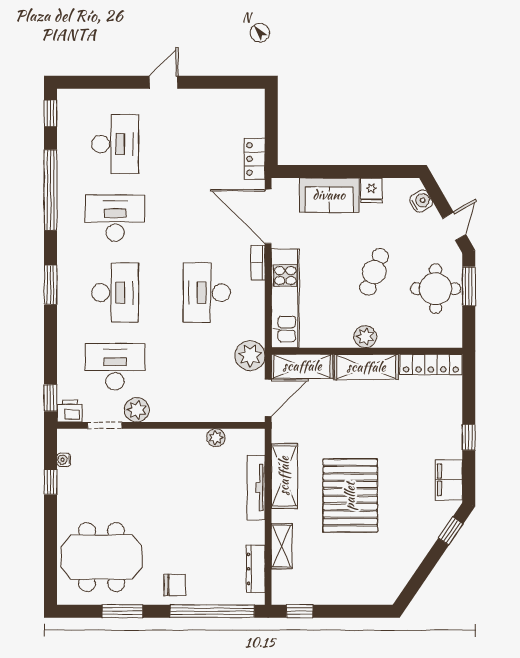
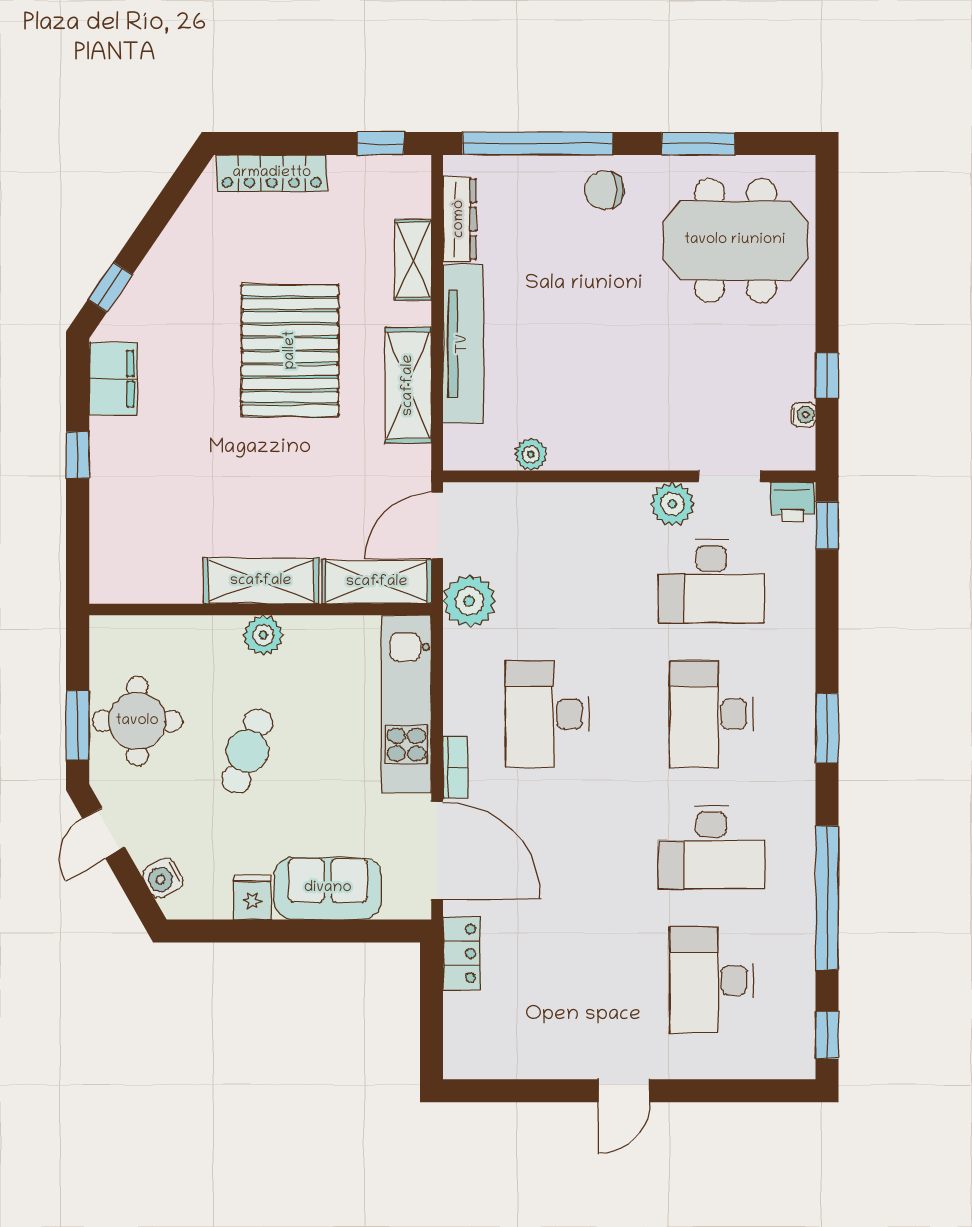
desk: (207, 293) -> (547, 714), turned 180
locker: (431, 364) -> (272, 173), moved, turned 180
tv unit: (256, 487) -> (463, 344), width x1.36, depth x1.29

